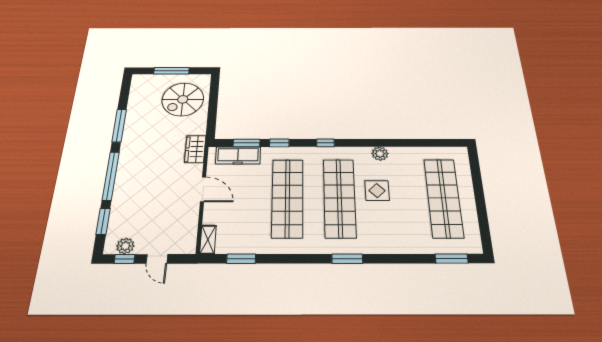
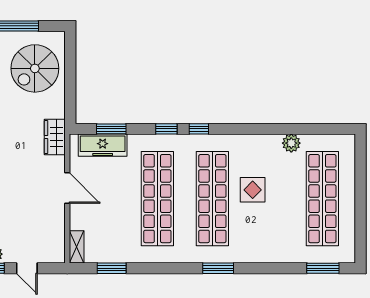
window: (279, 143) -> (166, 129), moved
plant: (380, 154) -> (291, 143), moved

